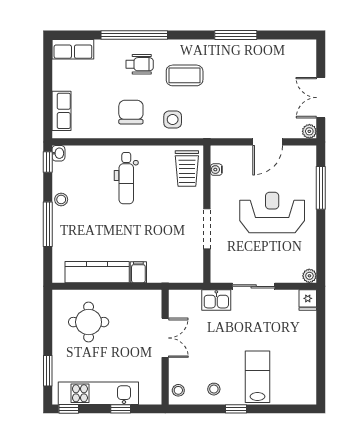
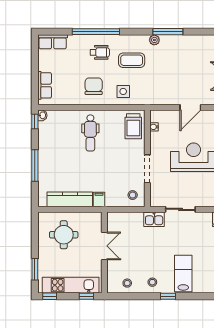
plant: (217, 47) -> (154, 40), added
stool: (61, 199) -> (133, 195), moved
double door: (165, 338) -> (104, 246), moved
wall: (165, 347) -> (104, 253), moved

